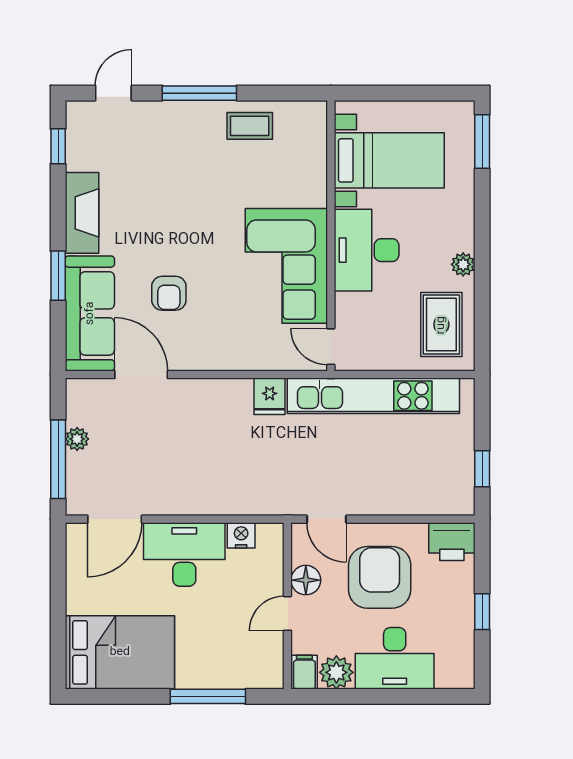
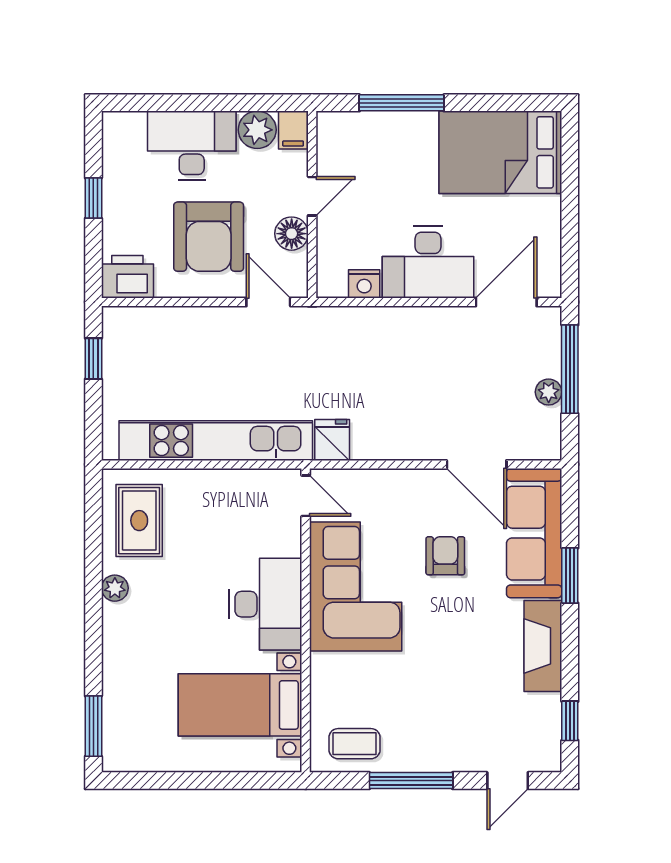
bed with nightstands: (389, 160) -> (240, 705), moved
wall: (331, 236) -> (306, 620), moved
desk: (367, 250) -> (266, 604), moved
corner sofa: (286, 266) -> (356, 587), moved
door: (331, 347) -> (306, 496), moved

